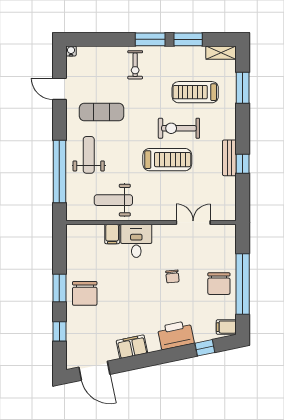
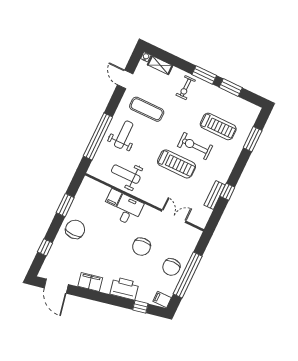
shelving: (221, 53) -> (160, 65), moved
treadmill: (195, 92) -> (218, 126), turned 180
bench: (229, 158) -> (215, 195), moved
chair: (172, 276) -> (142, 247), width x1.87, depth x1.87
window: (59, 288) -> (65, 205), moved
chair: (85, 293) -> (75, 229), turned 180

